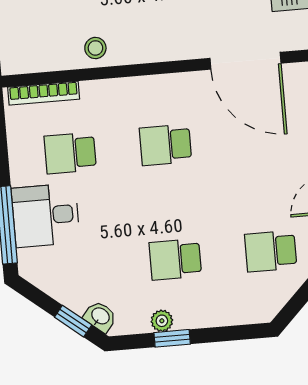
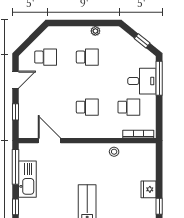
door: (245, 61) -> (49, 141), width x0.73
washbasin: (100, 316) -> (122, 35), removed
window: (73, 321) -> (142, 41), moved
window: (172, 338) -> (92, 23), removed

